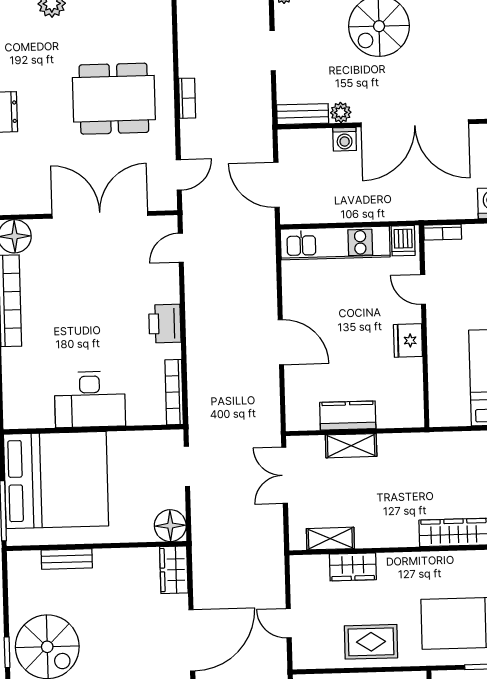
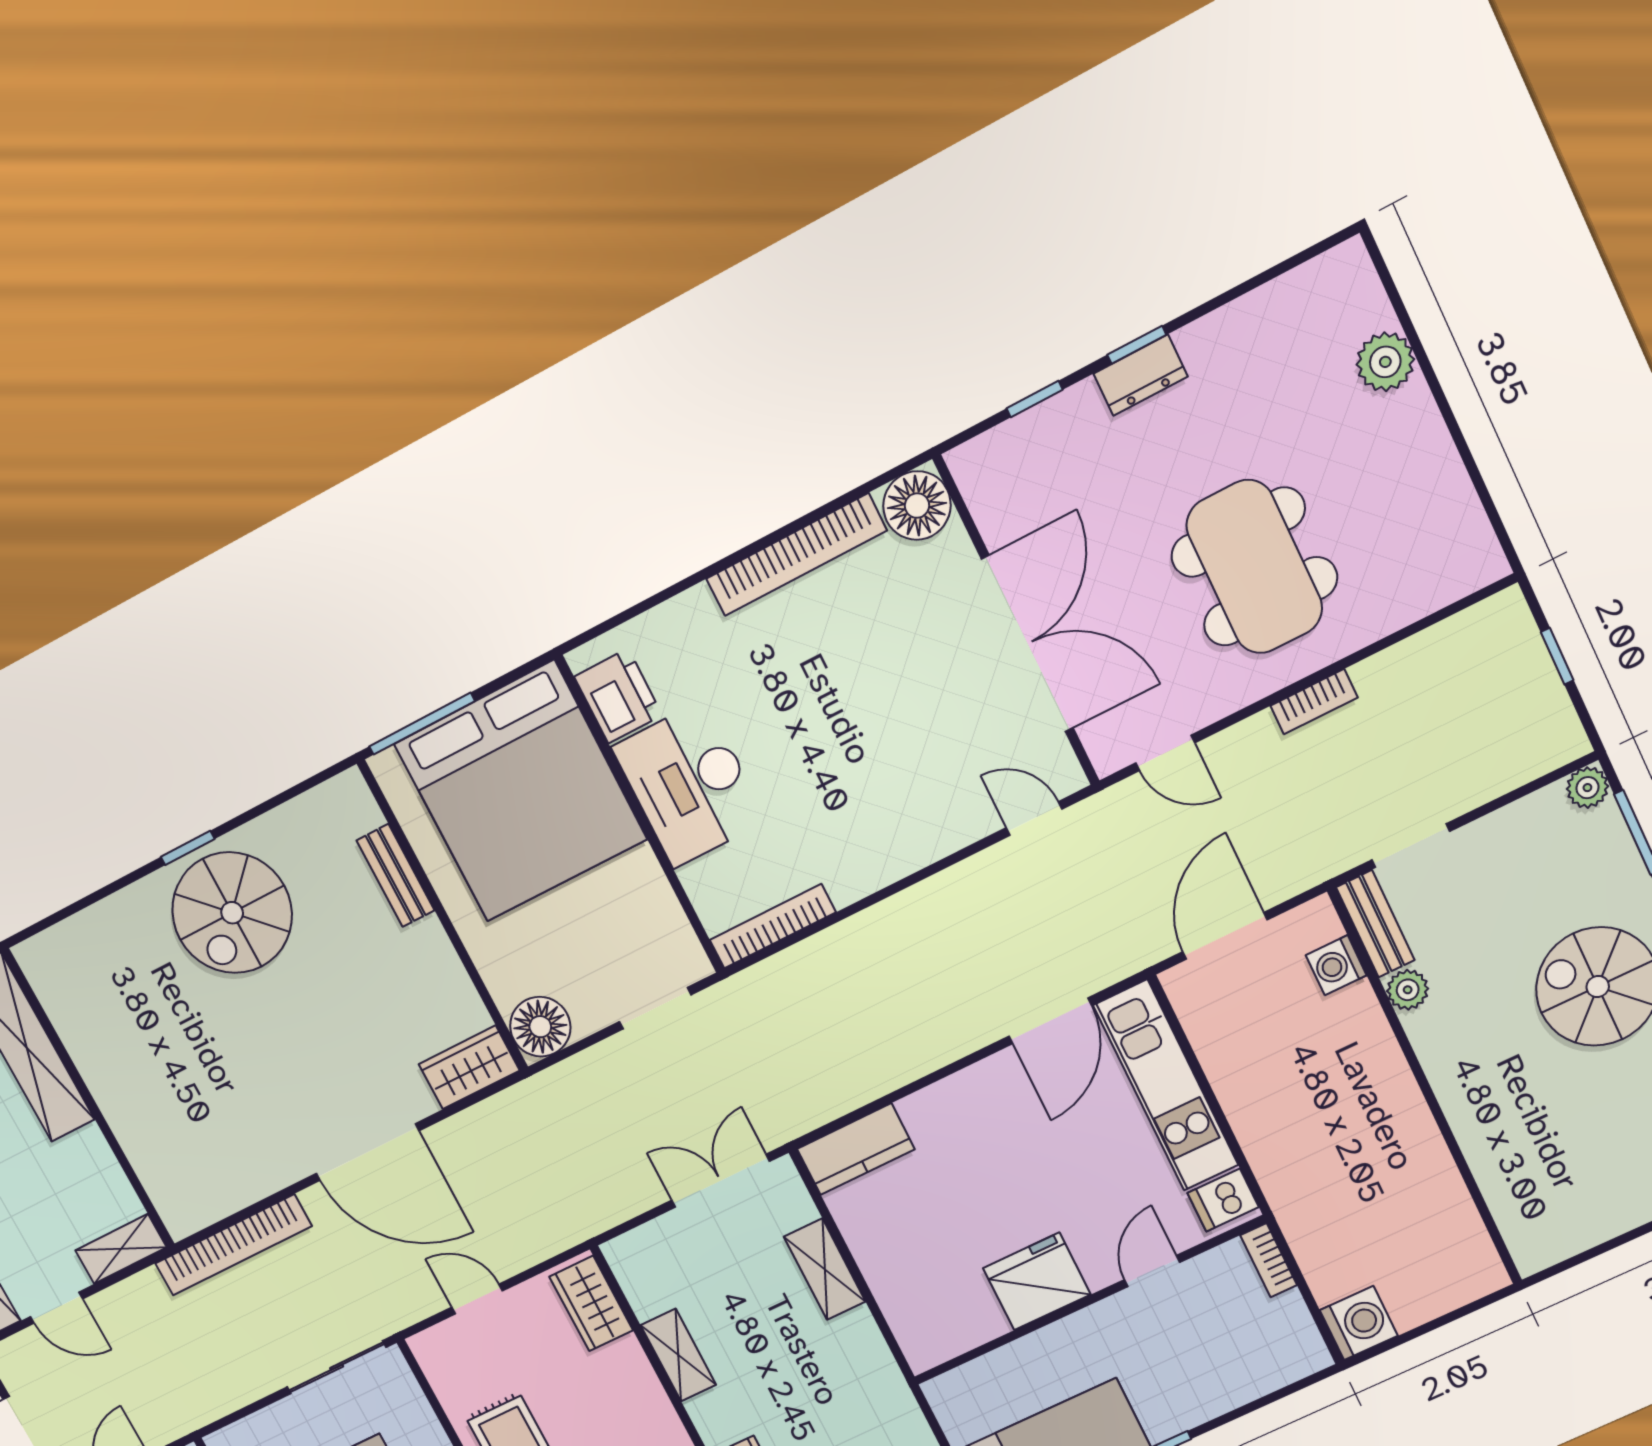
doorway: (273, 51) -> (1411, 846), moved
double door: (415, 123) -> (1444, 1128), removed
washing machine: (345, 139) -> (1336, 965), moved
printer: (165, 324) -> (618, 696), moved, turned 90
fridge: (408, 340) -> (1037, 1281), width x1.36, depth x1.34
door: (281, 342) -> (1050, 1021), moved
kitchen counter: (348, 416) -> (856, 1149), moved, turned 90
shelving: (330, 539) -> (678, 1355), moved
wardrobe: (353, 567) -> (591, 1303), moved
door: (289, 623) -> (477, 1299), hinge flipped

